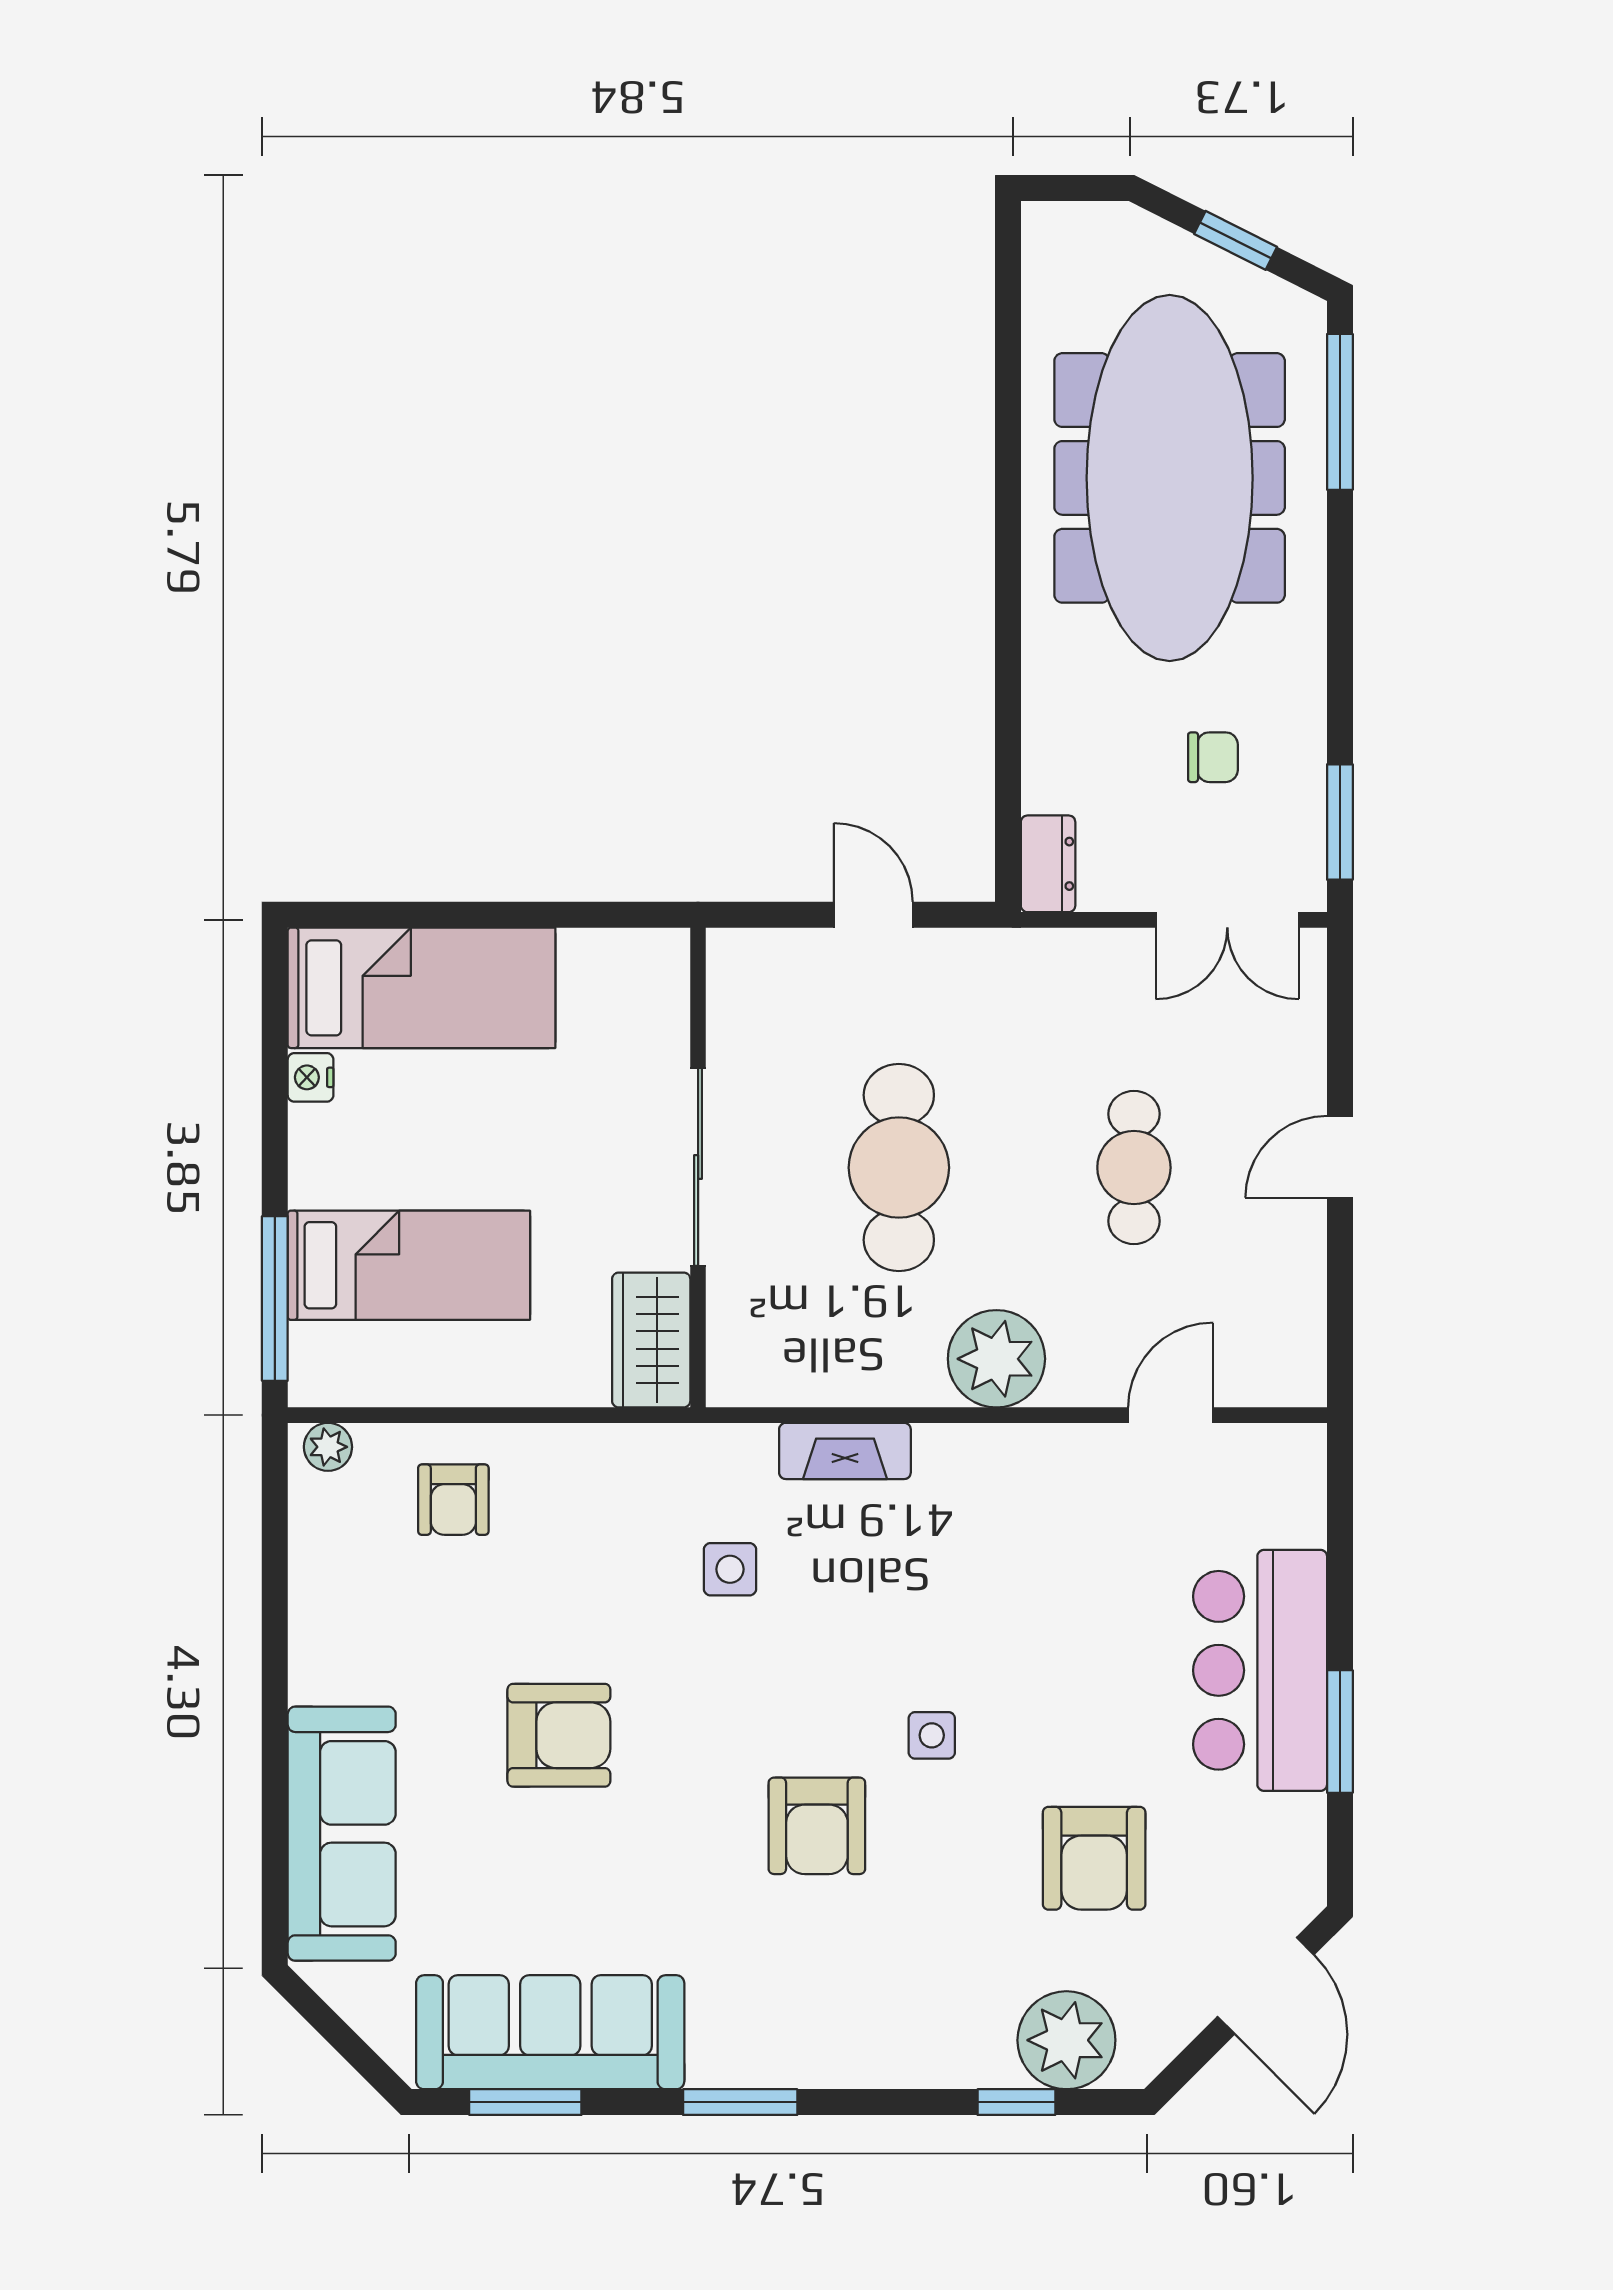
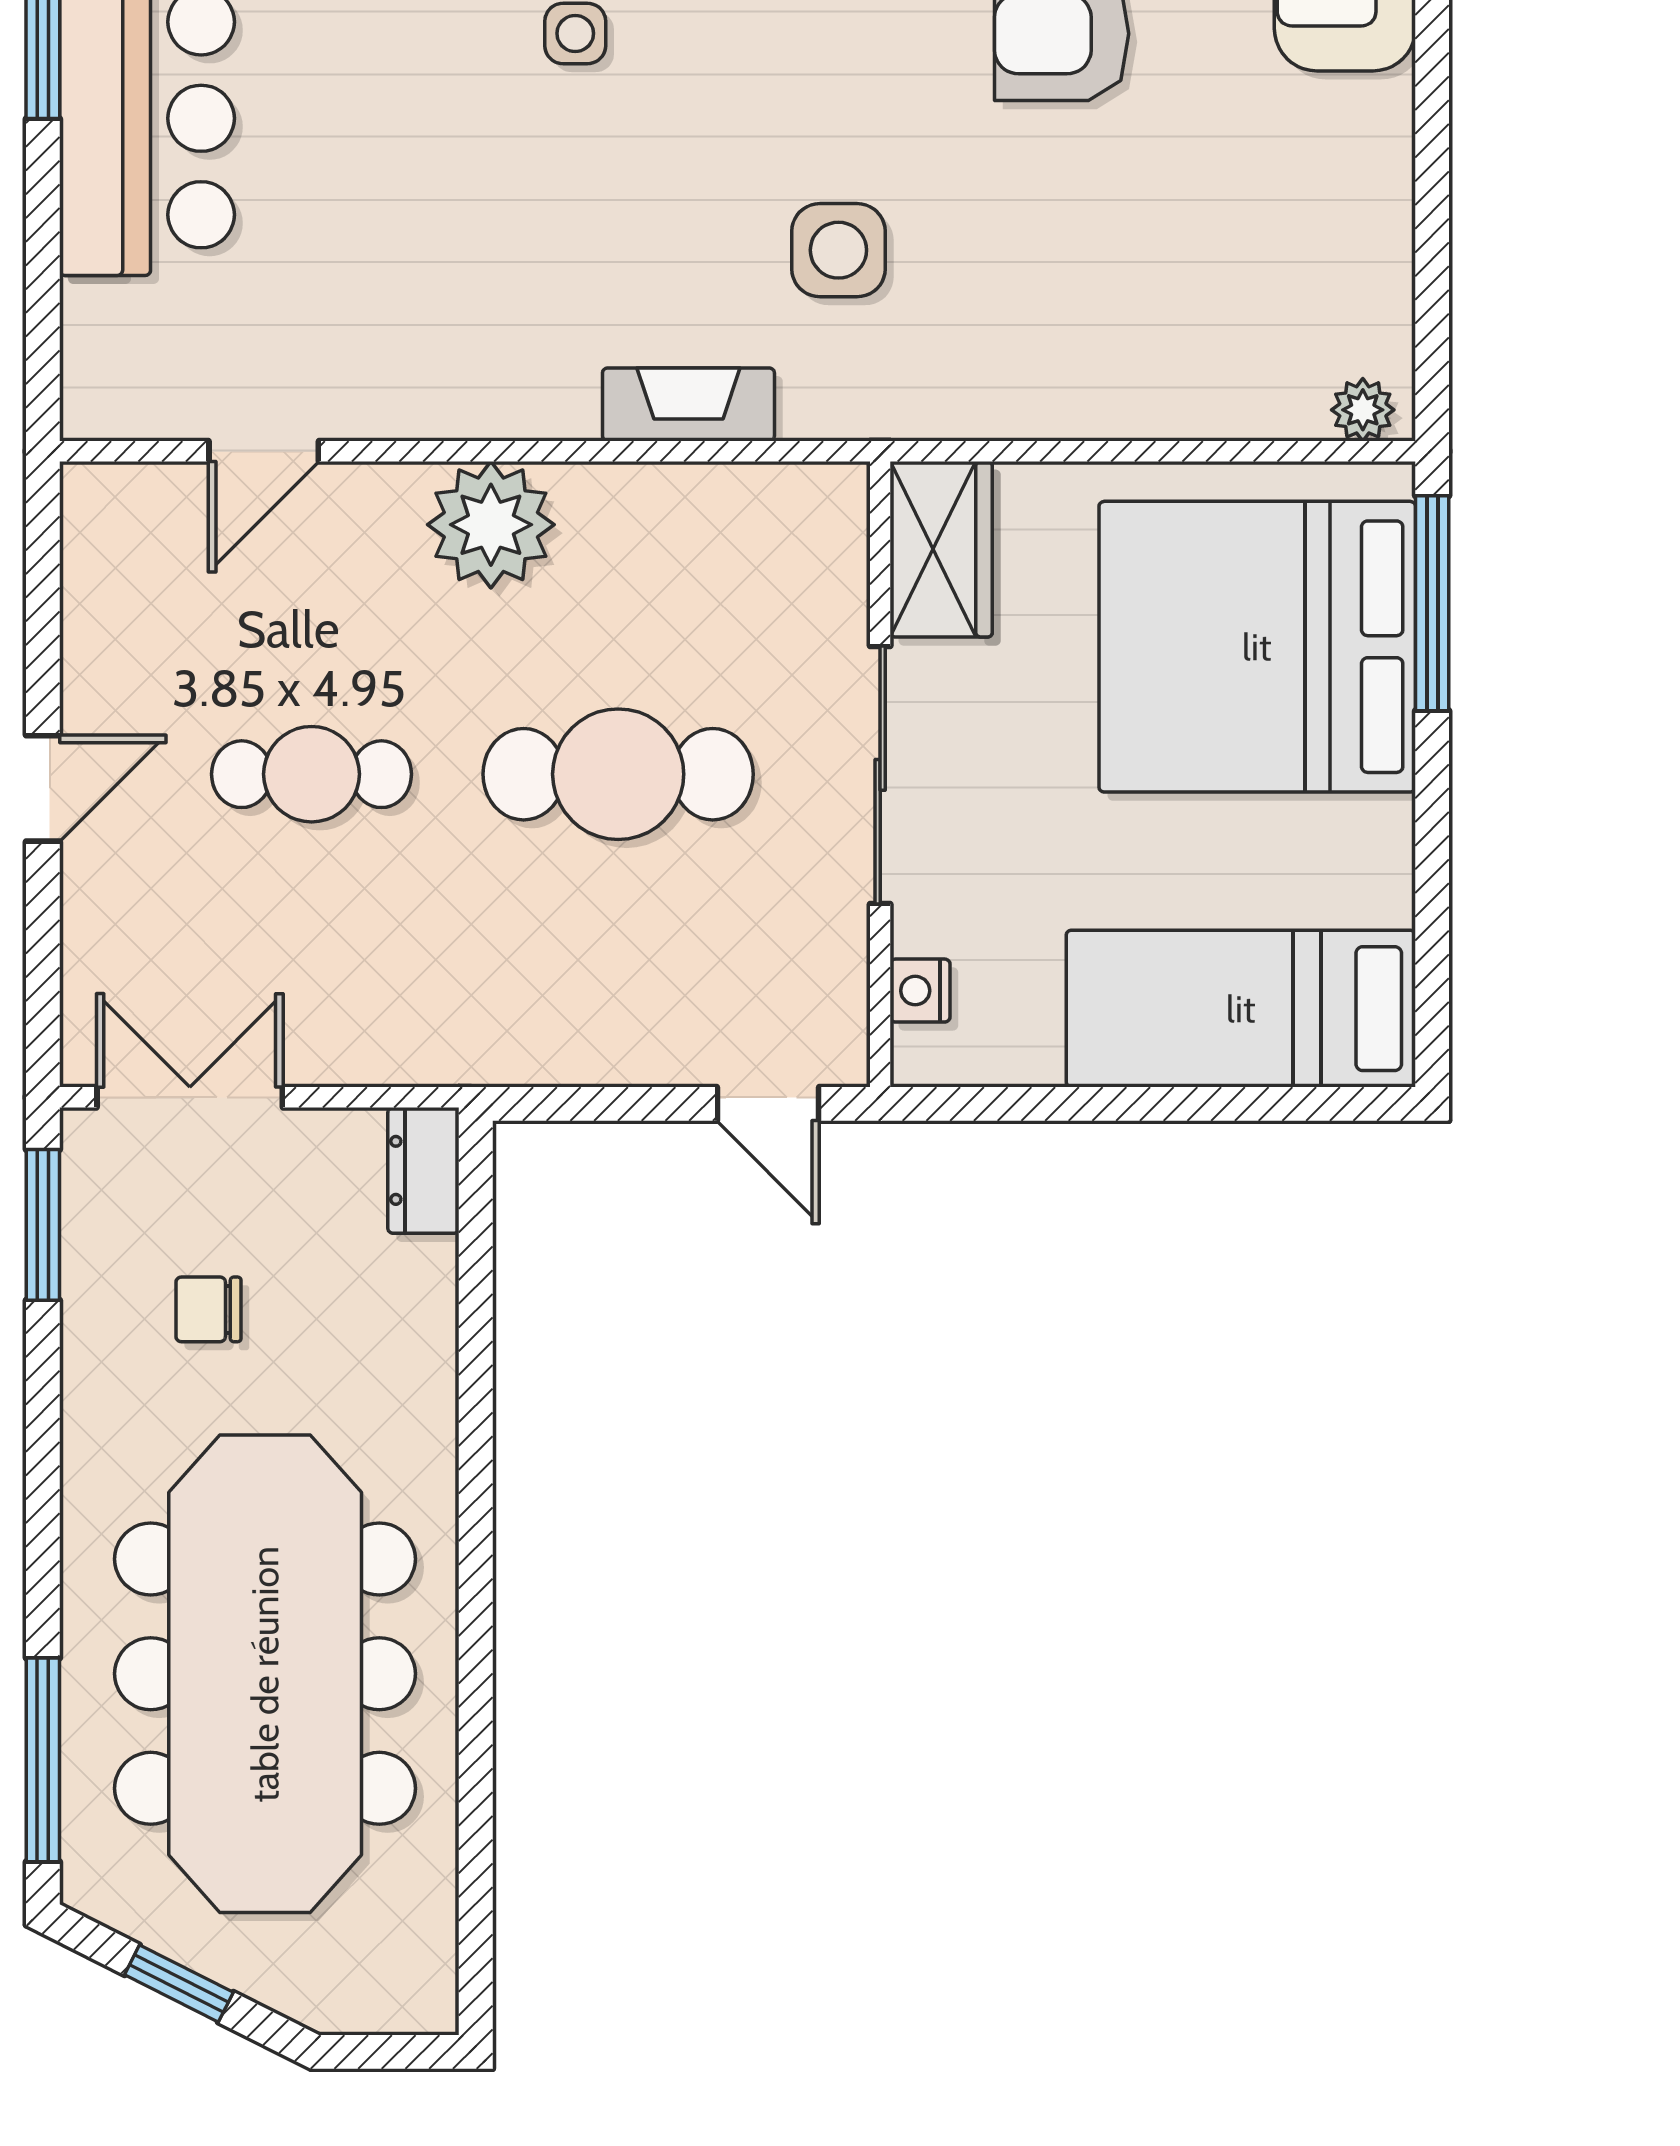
door: (873, 915) -> (768, 1104), moved
nightstand: (311, 1077) -> (920, 991), moved, turned 180
cafe table: (899, 1168) -> (618, 774), turned 90
cafe table: (1134, 1168) -> (312, 774), turned 90
bed: (409, 1265) -> (1257, 647), width x2.04
armchair: (453, 1500) -> (1199, 341), removed
side table: (730, 1569) -> (838, 250), width x1.37, depth x1.37

